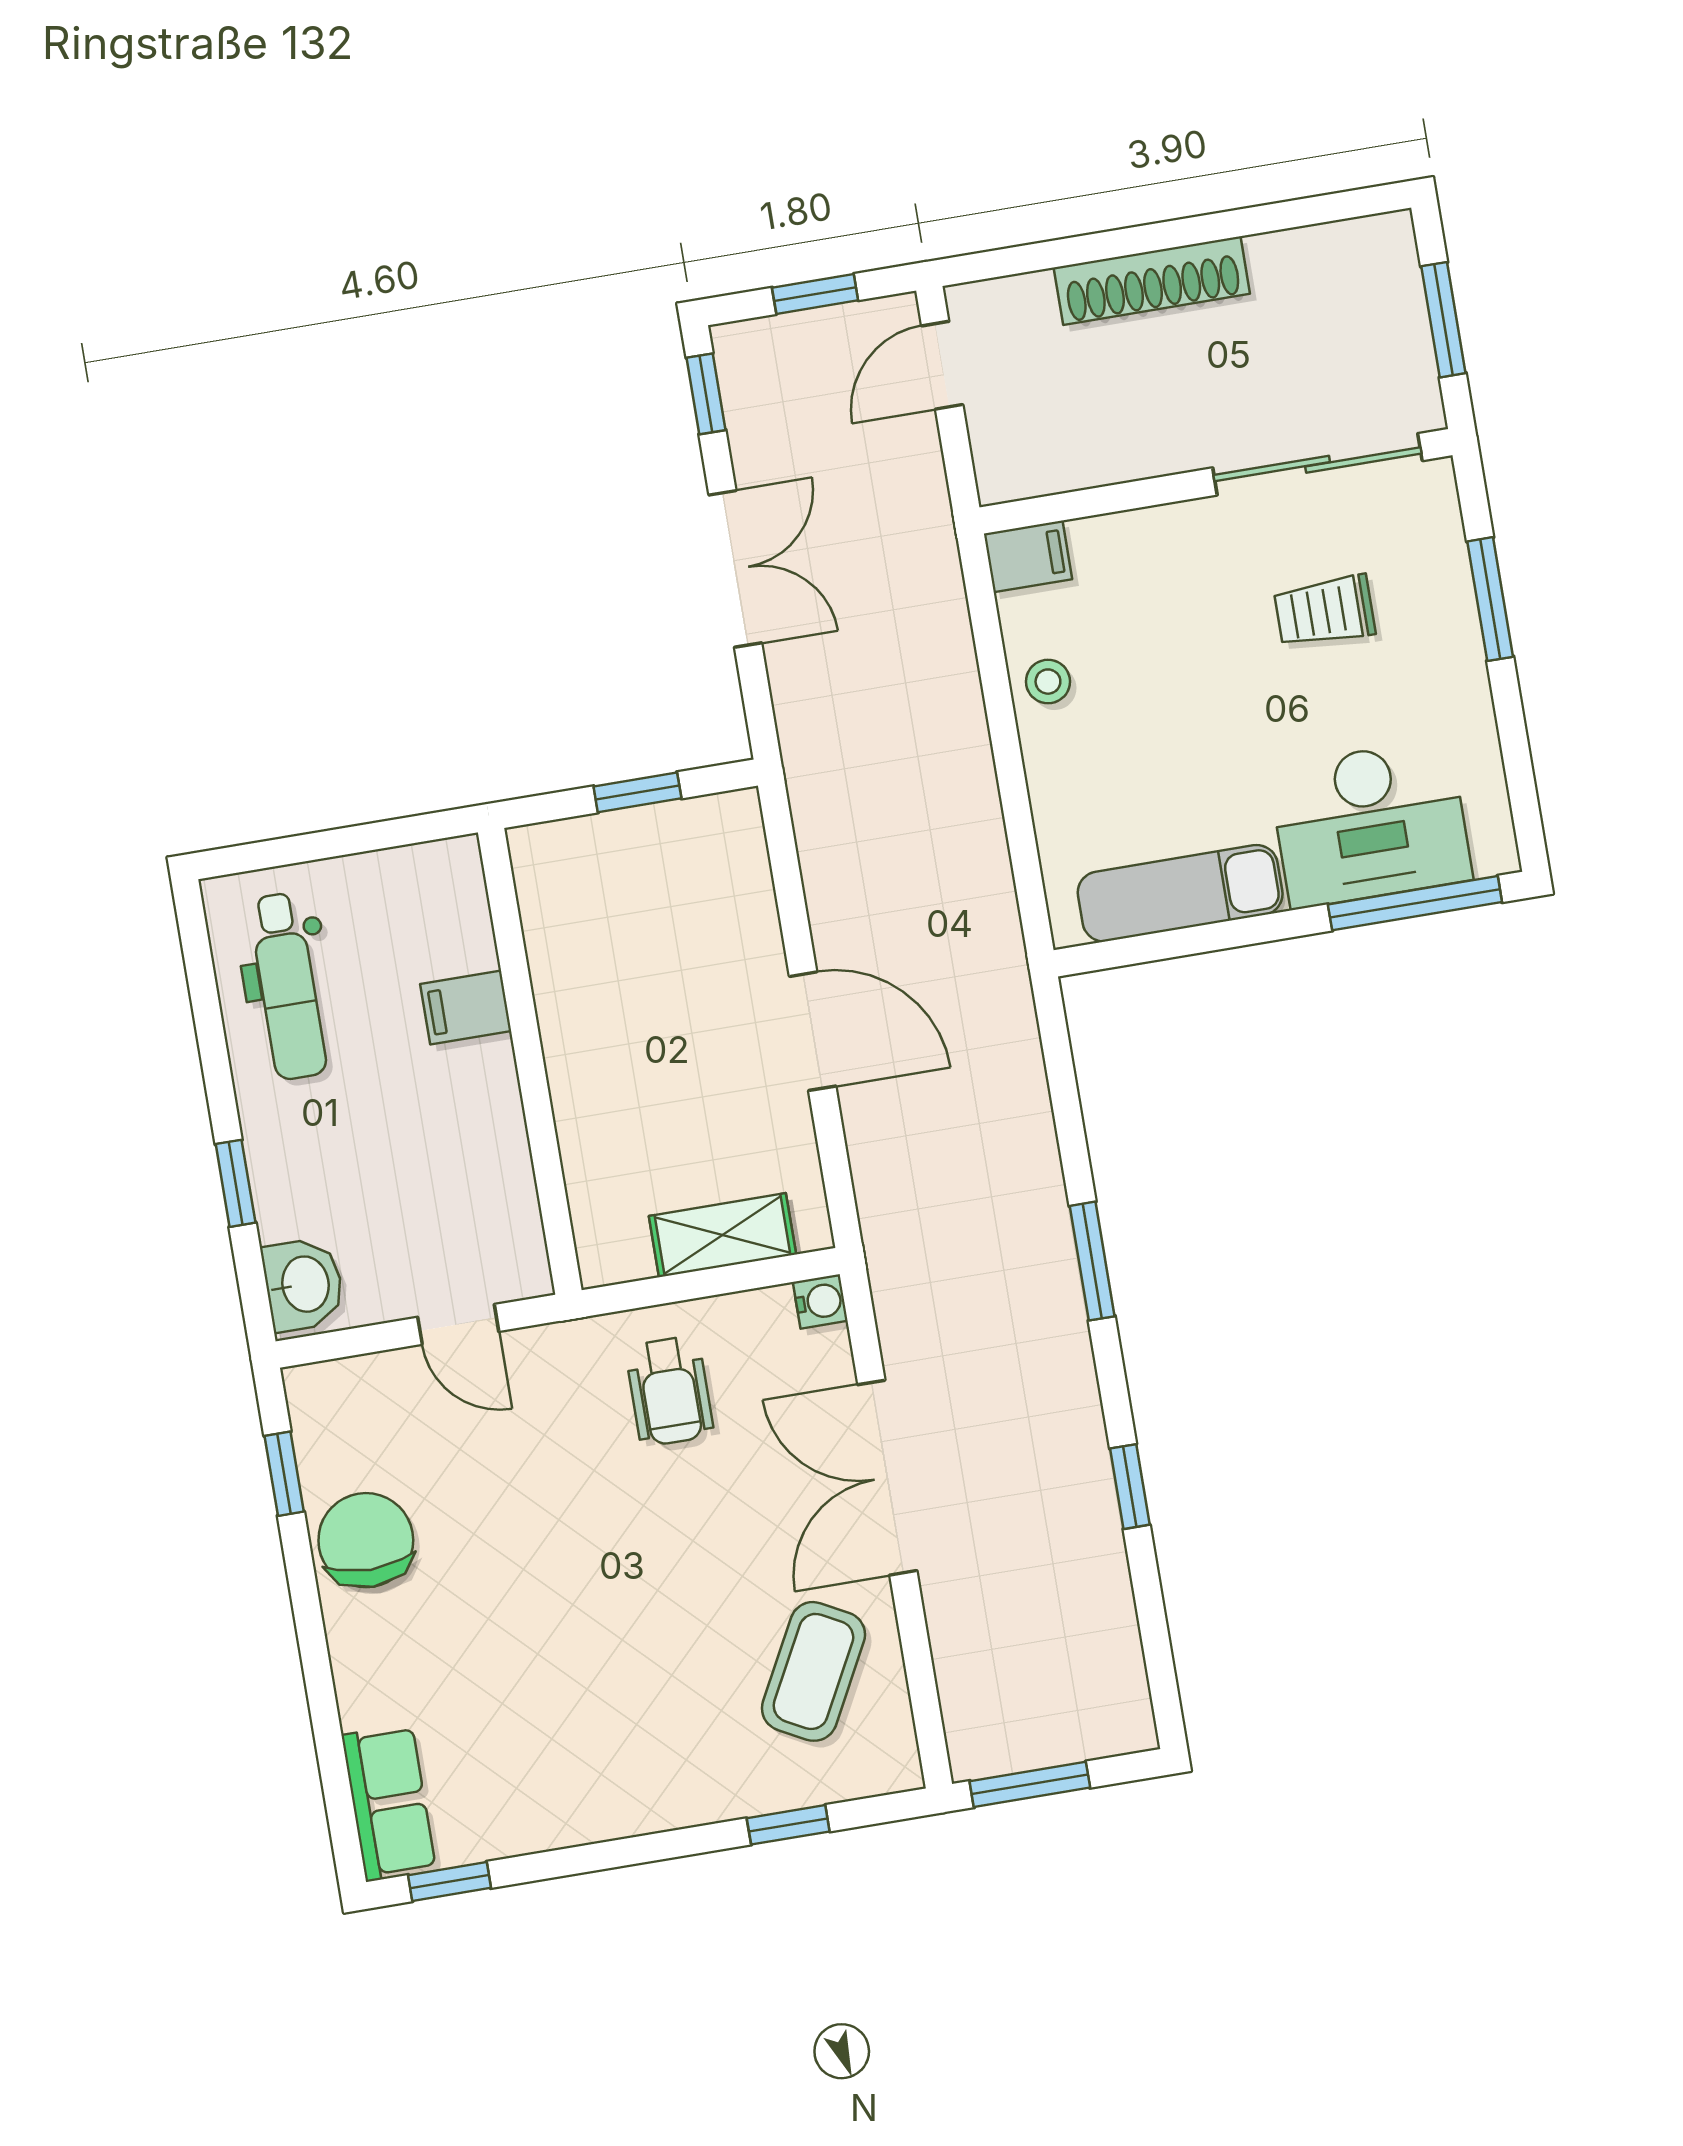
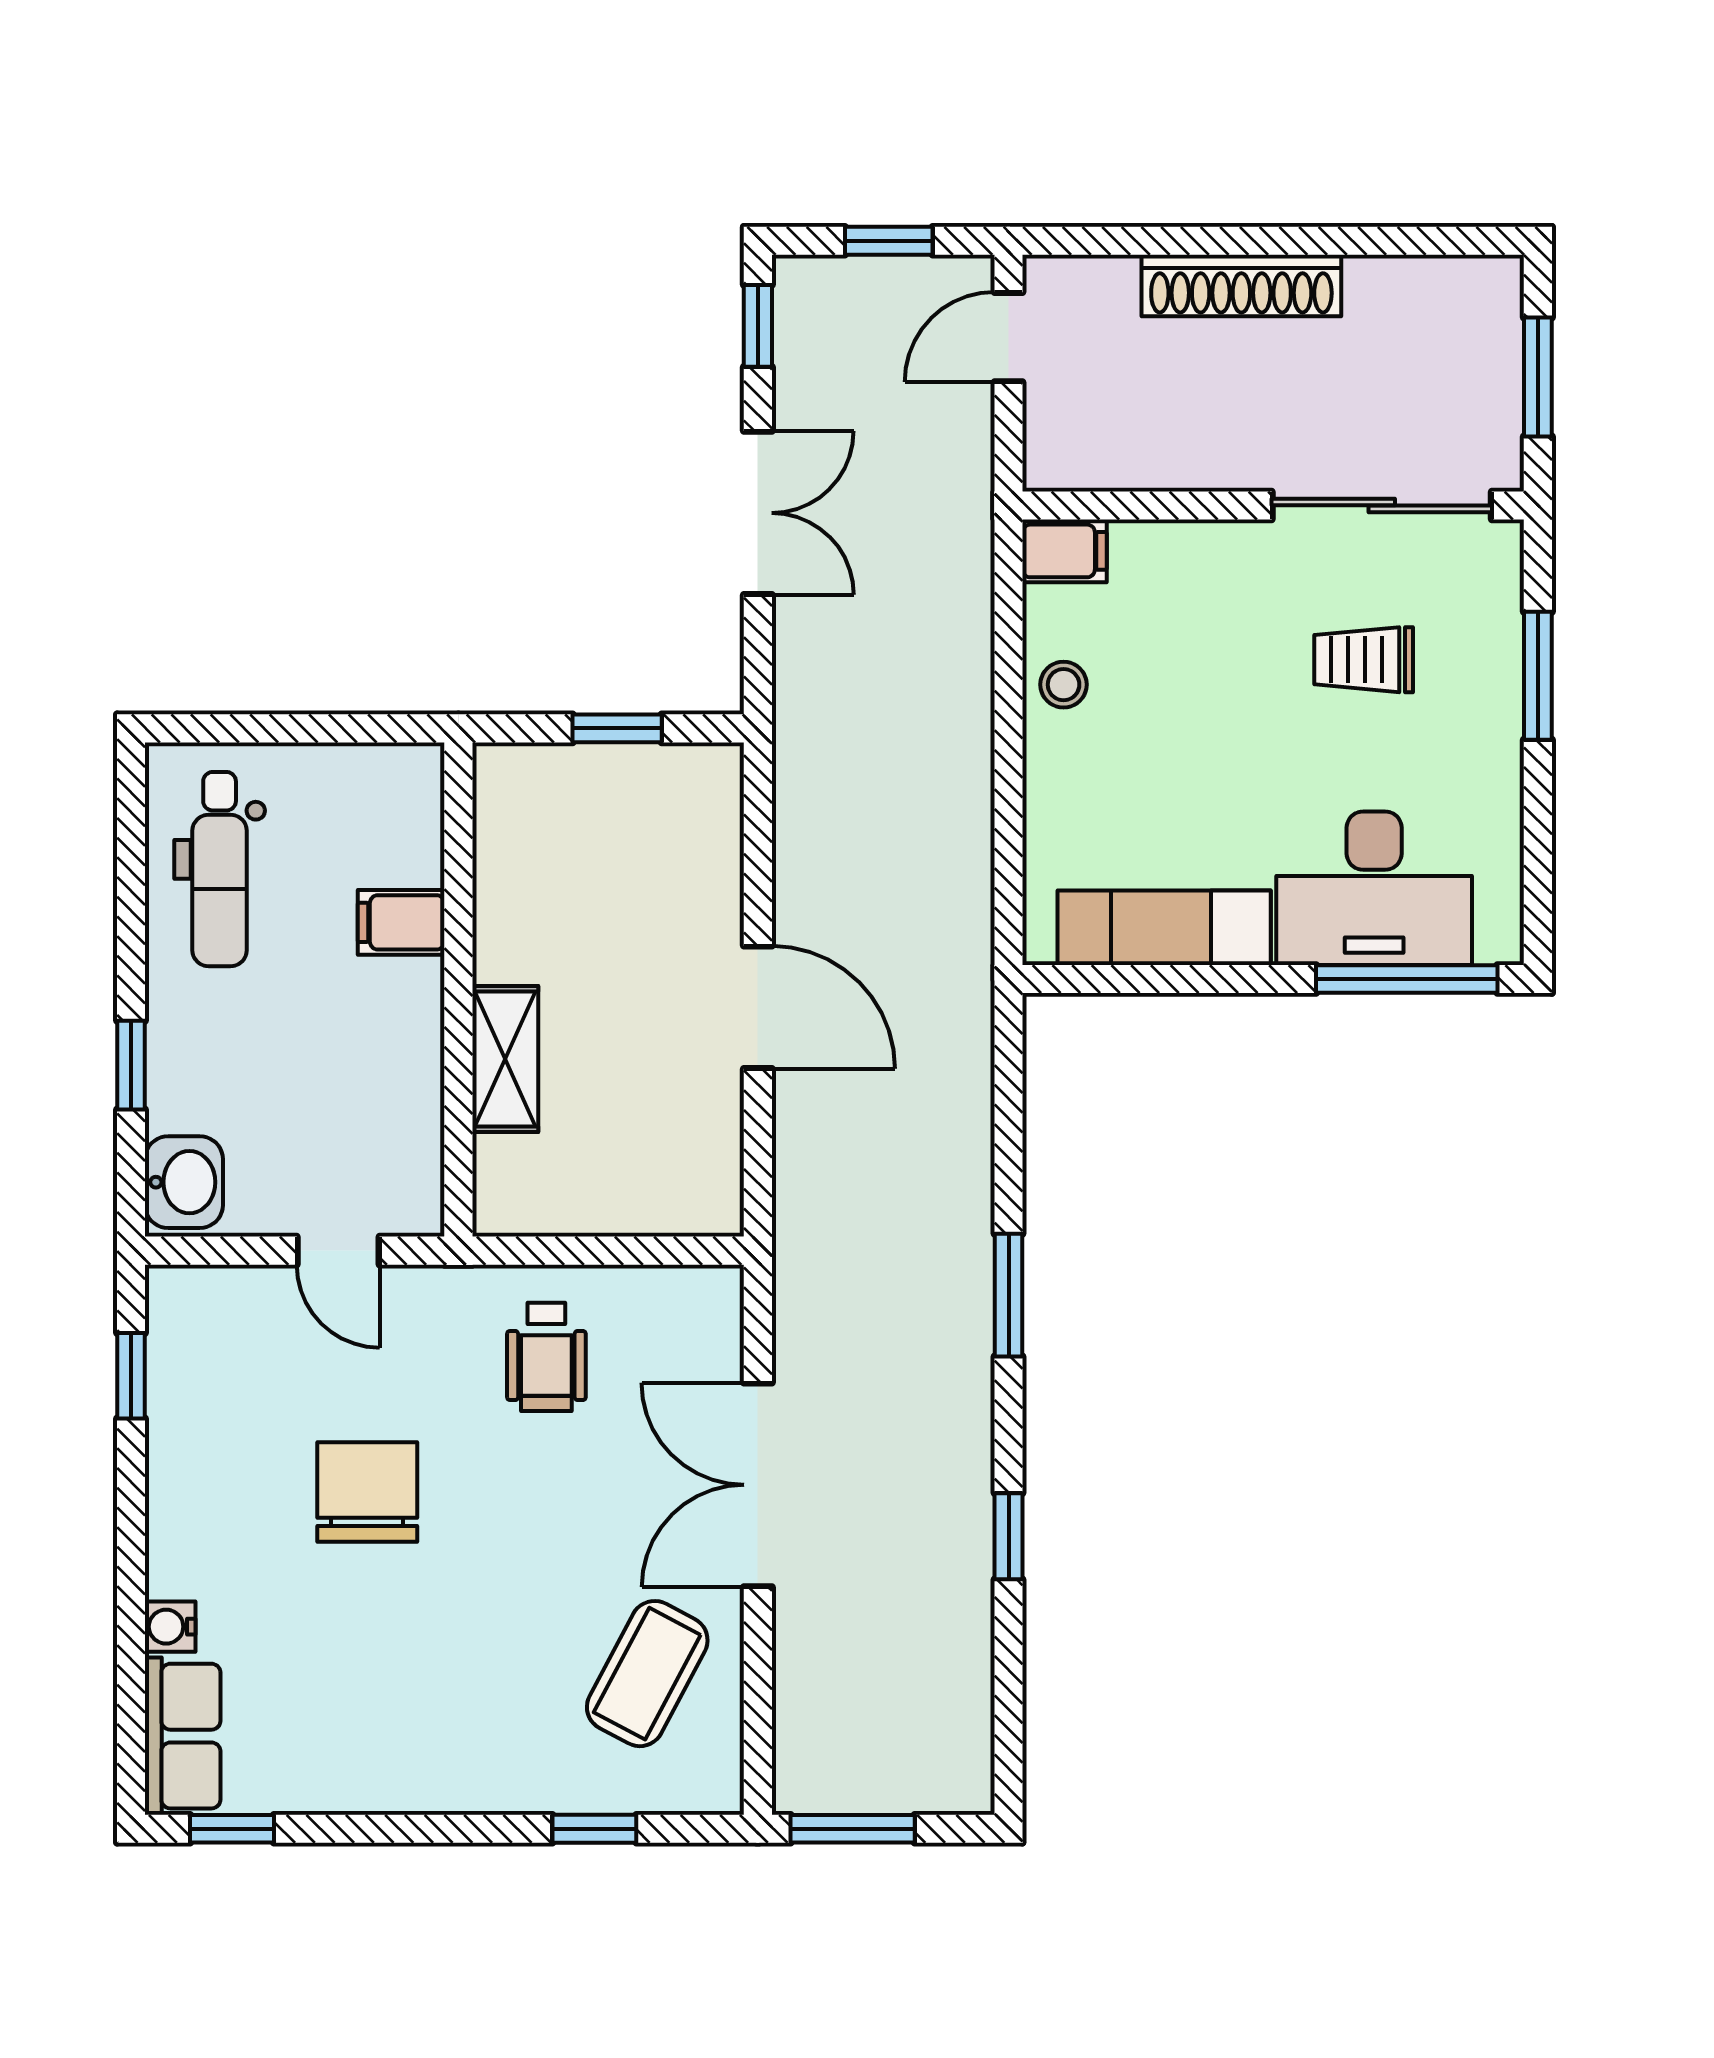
shelving: (722, 1235) -> (505, 1059), moved, turned 90
water cooler: (820, 1301) -> (170, 1627), moved, turned 180
chair: (366, 1540) -> (367, 1492), moved

